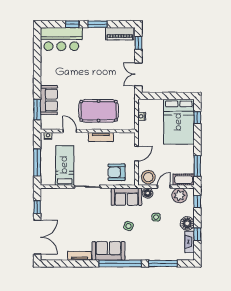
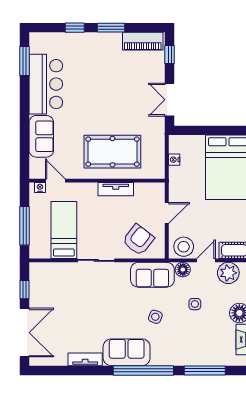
bar counter: (61, 39) -> (46, 84), moved, turned -90
window: (37, 110) -> (25, 61), moved
door: (70, 131) -> (55, 181), moved
armchair: (117, 172) -> (138, 240), turned 128

